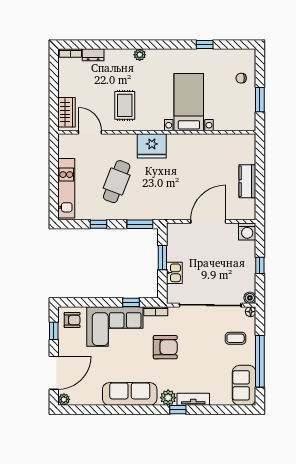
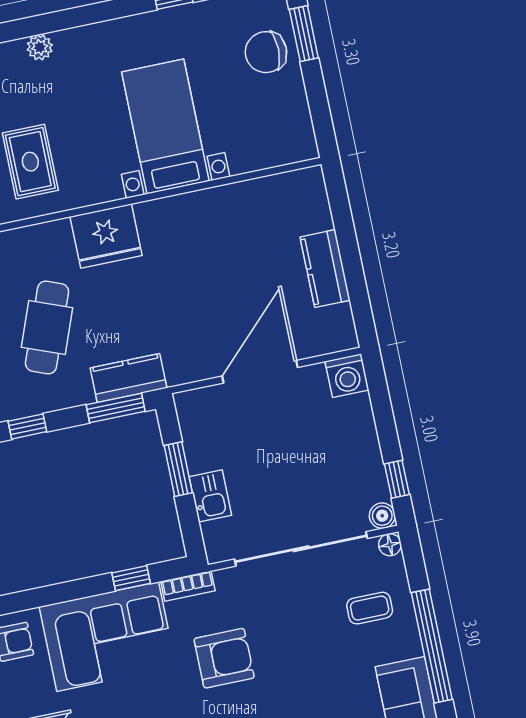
chair: (241, 78) -> (266, 52), width x1.87, depth x1.87
window: (260, 100) -> (304, 34), moved
kitchen counter: (149, 212) -> (128, 378), added
window: (260, 265) -> (397, 479), moved

